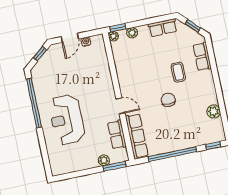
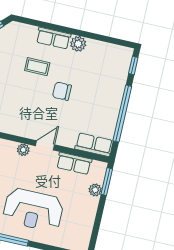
row of seats: (202, 57) -> (53, 38), moved
plant: (109, 91) -> (23, 150), added
plant: (214, 111) -> (78, 44), moved
row of seats: (137, 136) -> (94, 145), width x0.68

